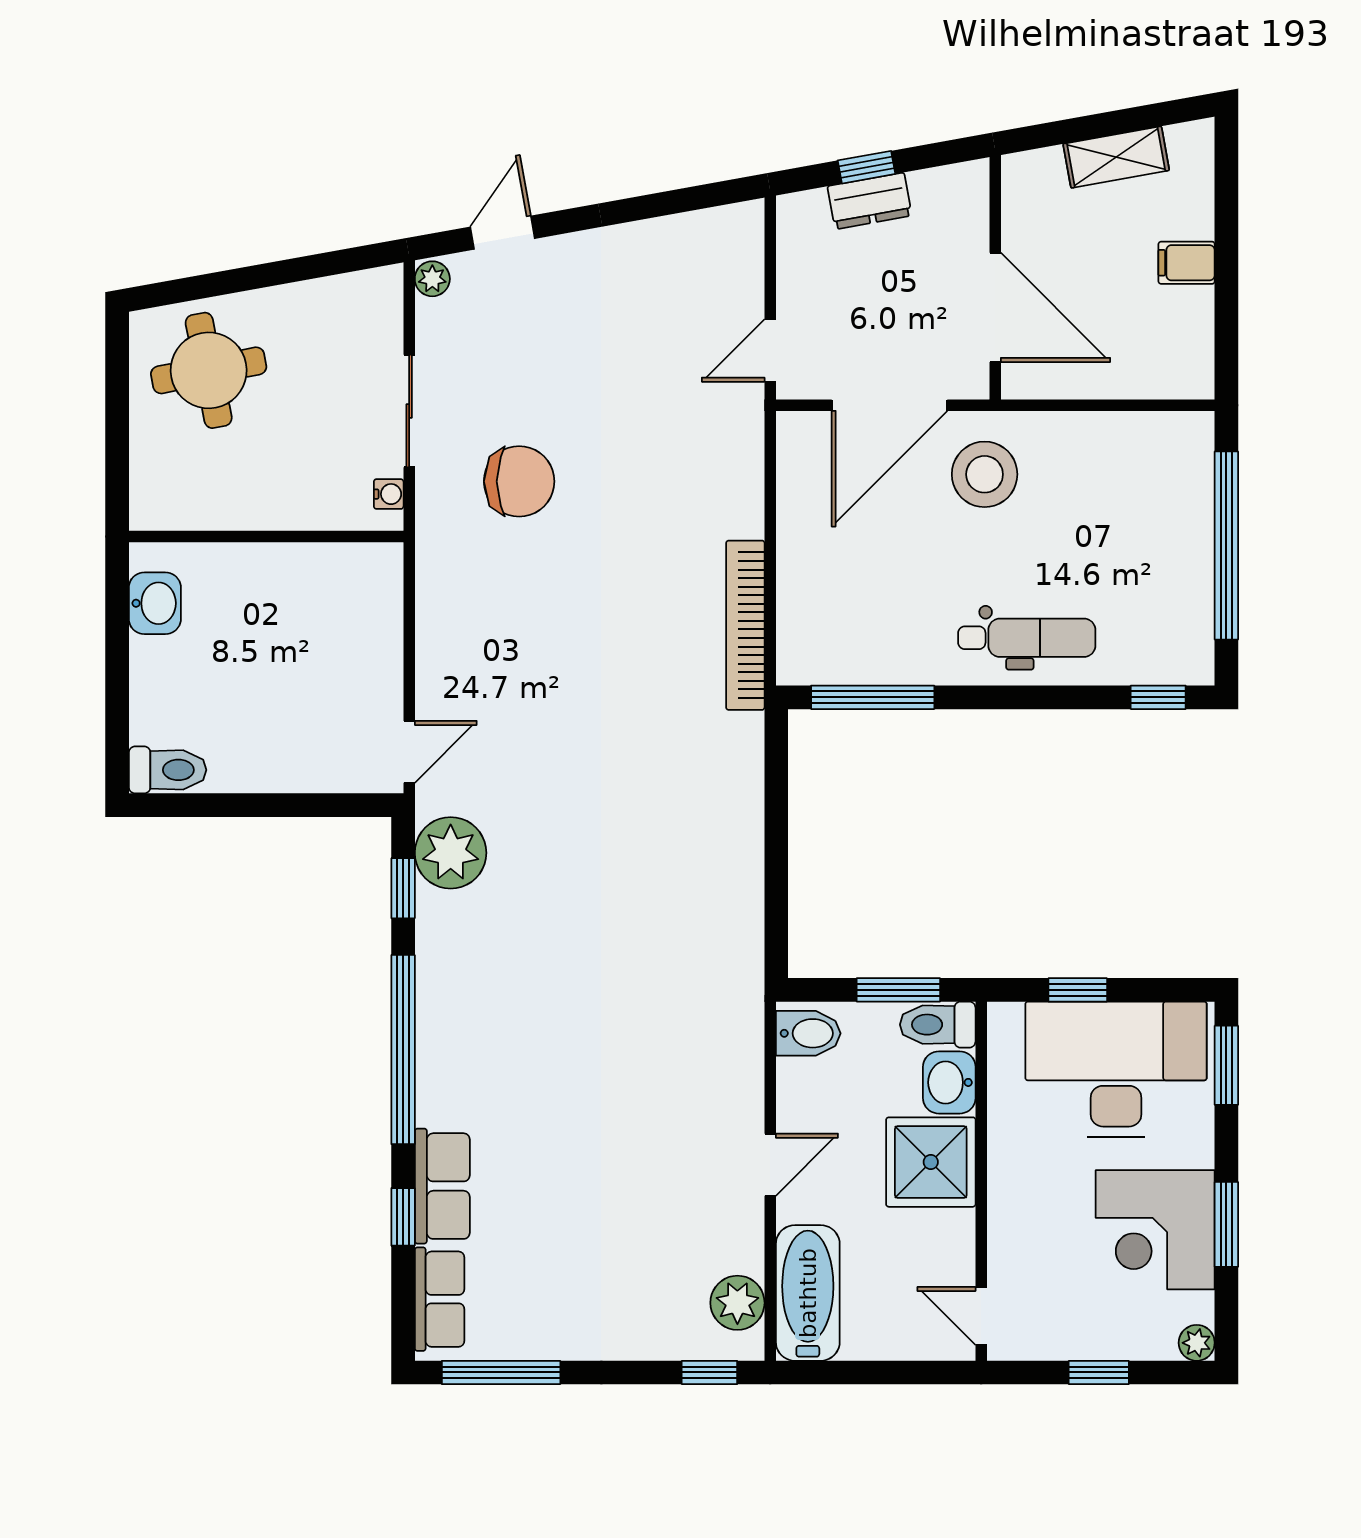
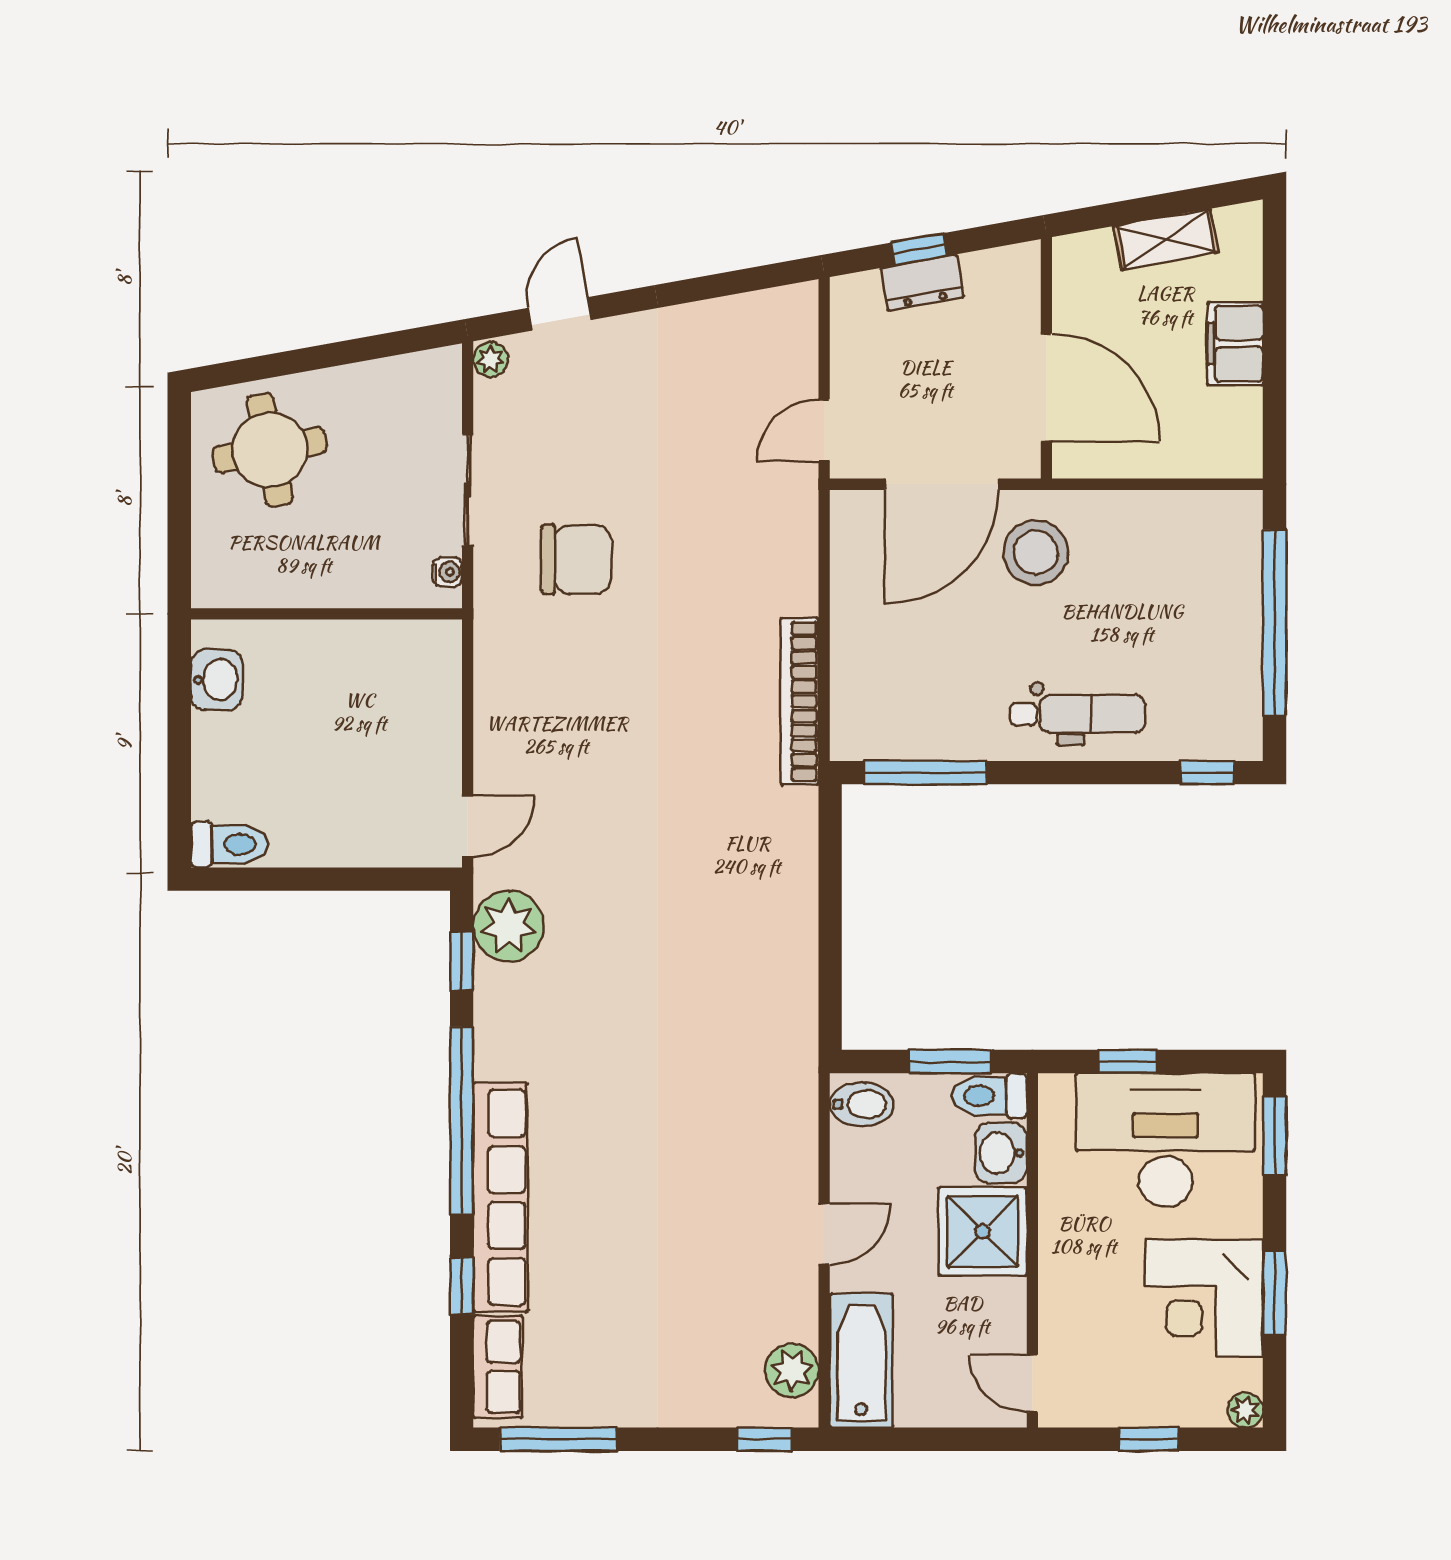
filing cabinet: (1187, 263) -> (1235, 344), width x2.00
row of seats: (442, 1186) -> (500, 1197), width x2.02

